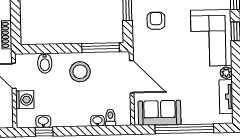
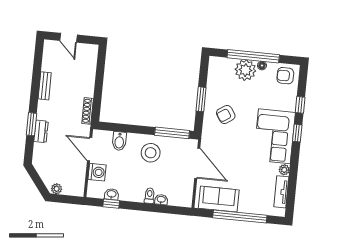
armchair: (156, 21) -> (226, 114), turned -123
toilet: (110, 118) -> (150, 196), moved

